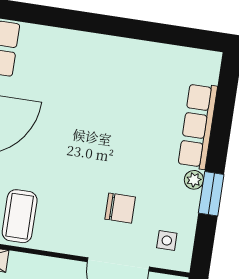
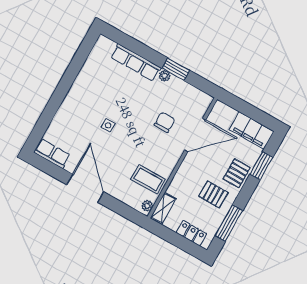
side table: (167, 241) -> (108, 125), moved

